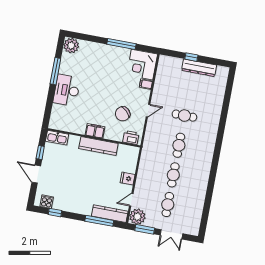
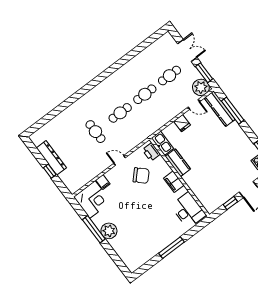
plant: (71, 46) -> (109, 231), moved
window: (55, 71) -> (171, 248), moved
desk: (67, 90) -> (188, 210), moved, turned -90
kitchen sink: (57, 138) -> (162, 143), moved
kitchen counter: (98, 146) -> (178, 163), width x0.67

